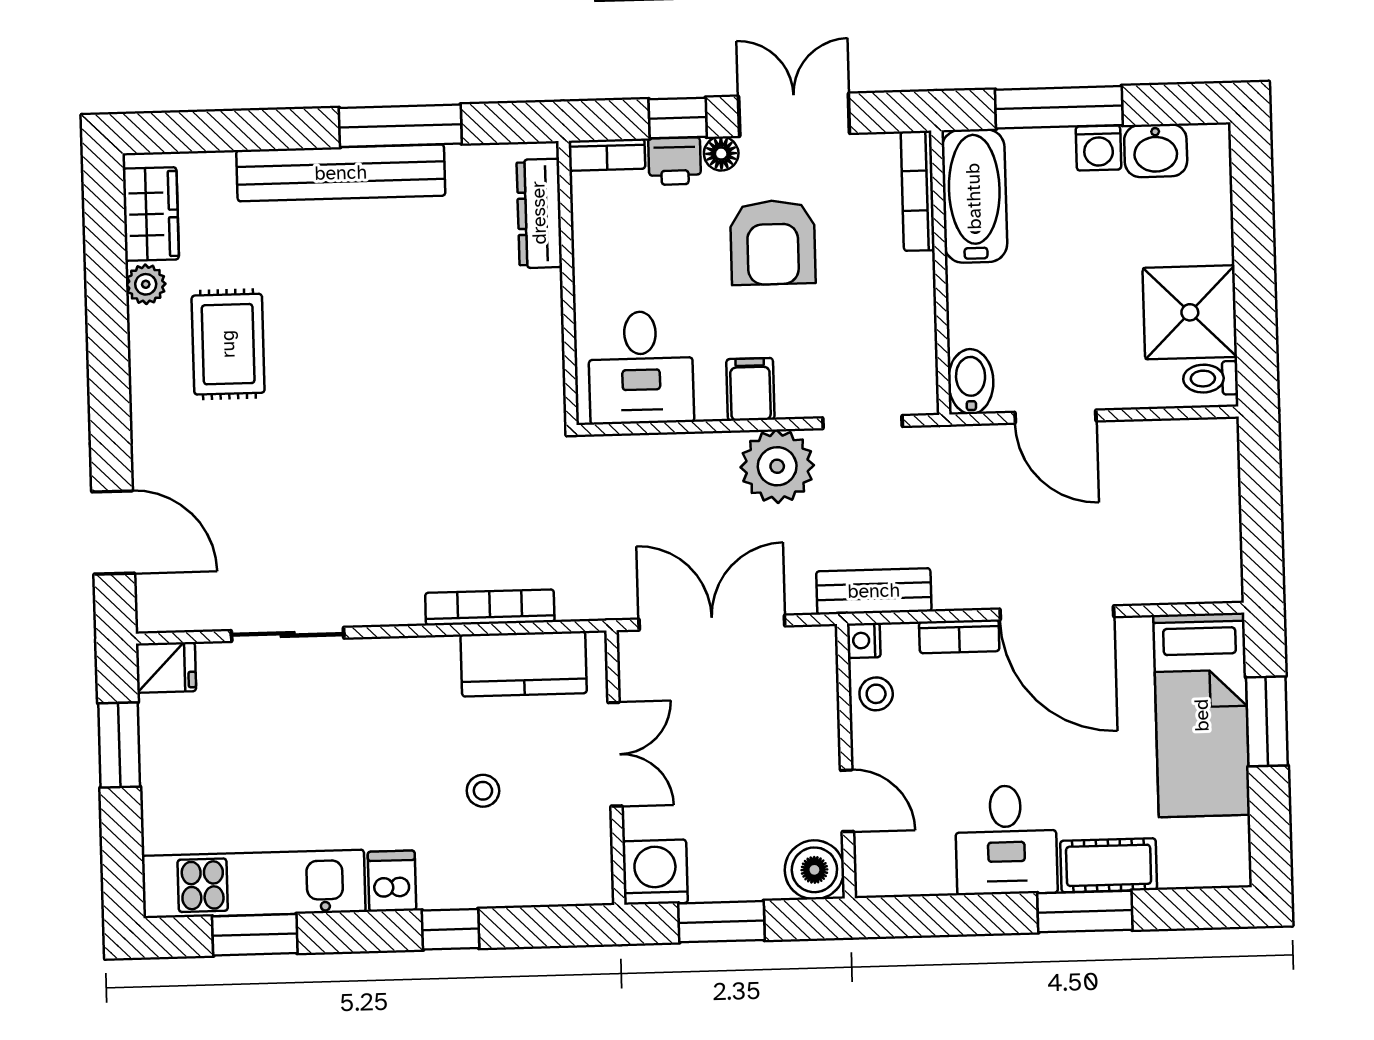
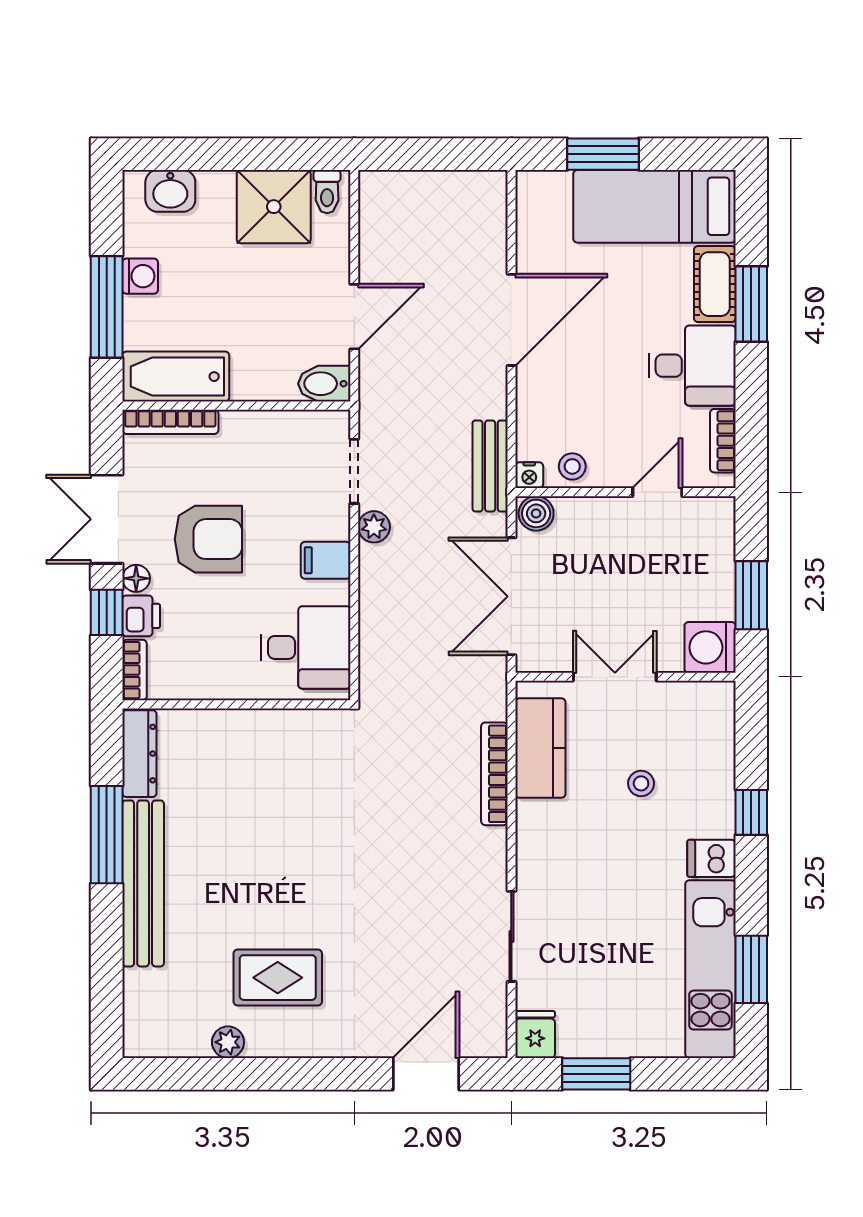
washbasin: (1156, 151) -> (170, 191), moved, turned 90
dresser: (539, 213) -> (139, 754), moved, turned -90
wardrobe: (151, 214) -> (172, 1037), removed
plant: (777, 466) -> (374, 527), width x0.53, depth x0.53
bookcase: (959, 636) -> (723, 441), moved, turned 180
bed: (1202, 715) -> (654, 206), moved, turned 180
boiler: (814, 870) -> (536, 513), moved, width x0.73, depth x0.73

